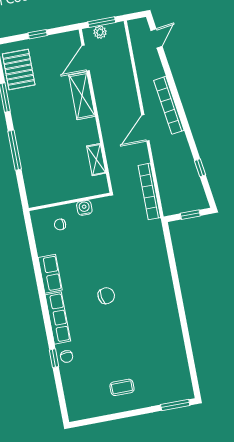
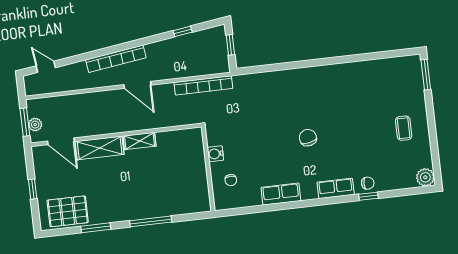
shelving: (96, 160) -> (140, 141), moved
row of seats: (58, 318) -> (336, 188), width x0.68
plant: (76, 412) -> (425, 177), added

